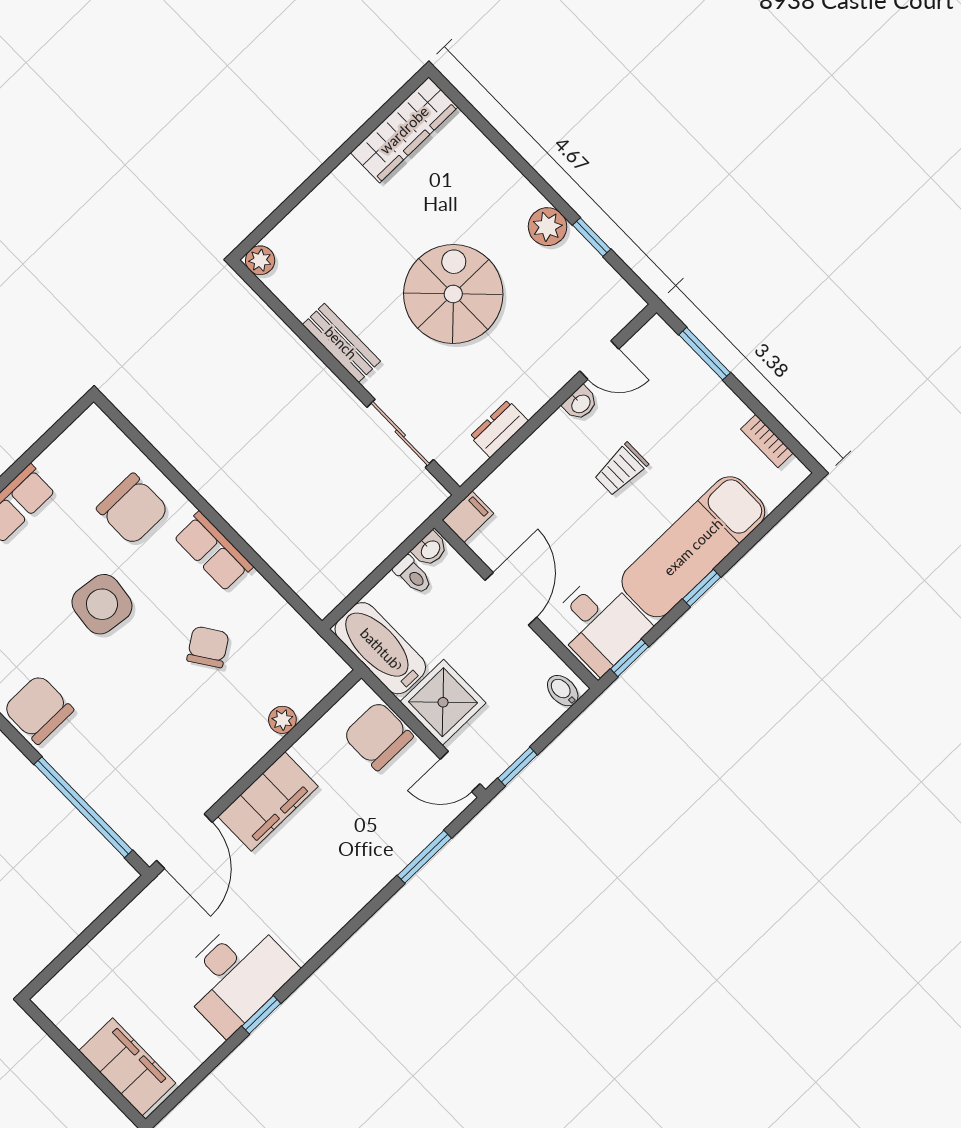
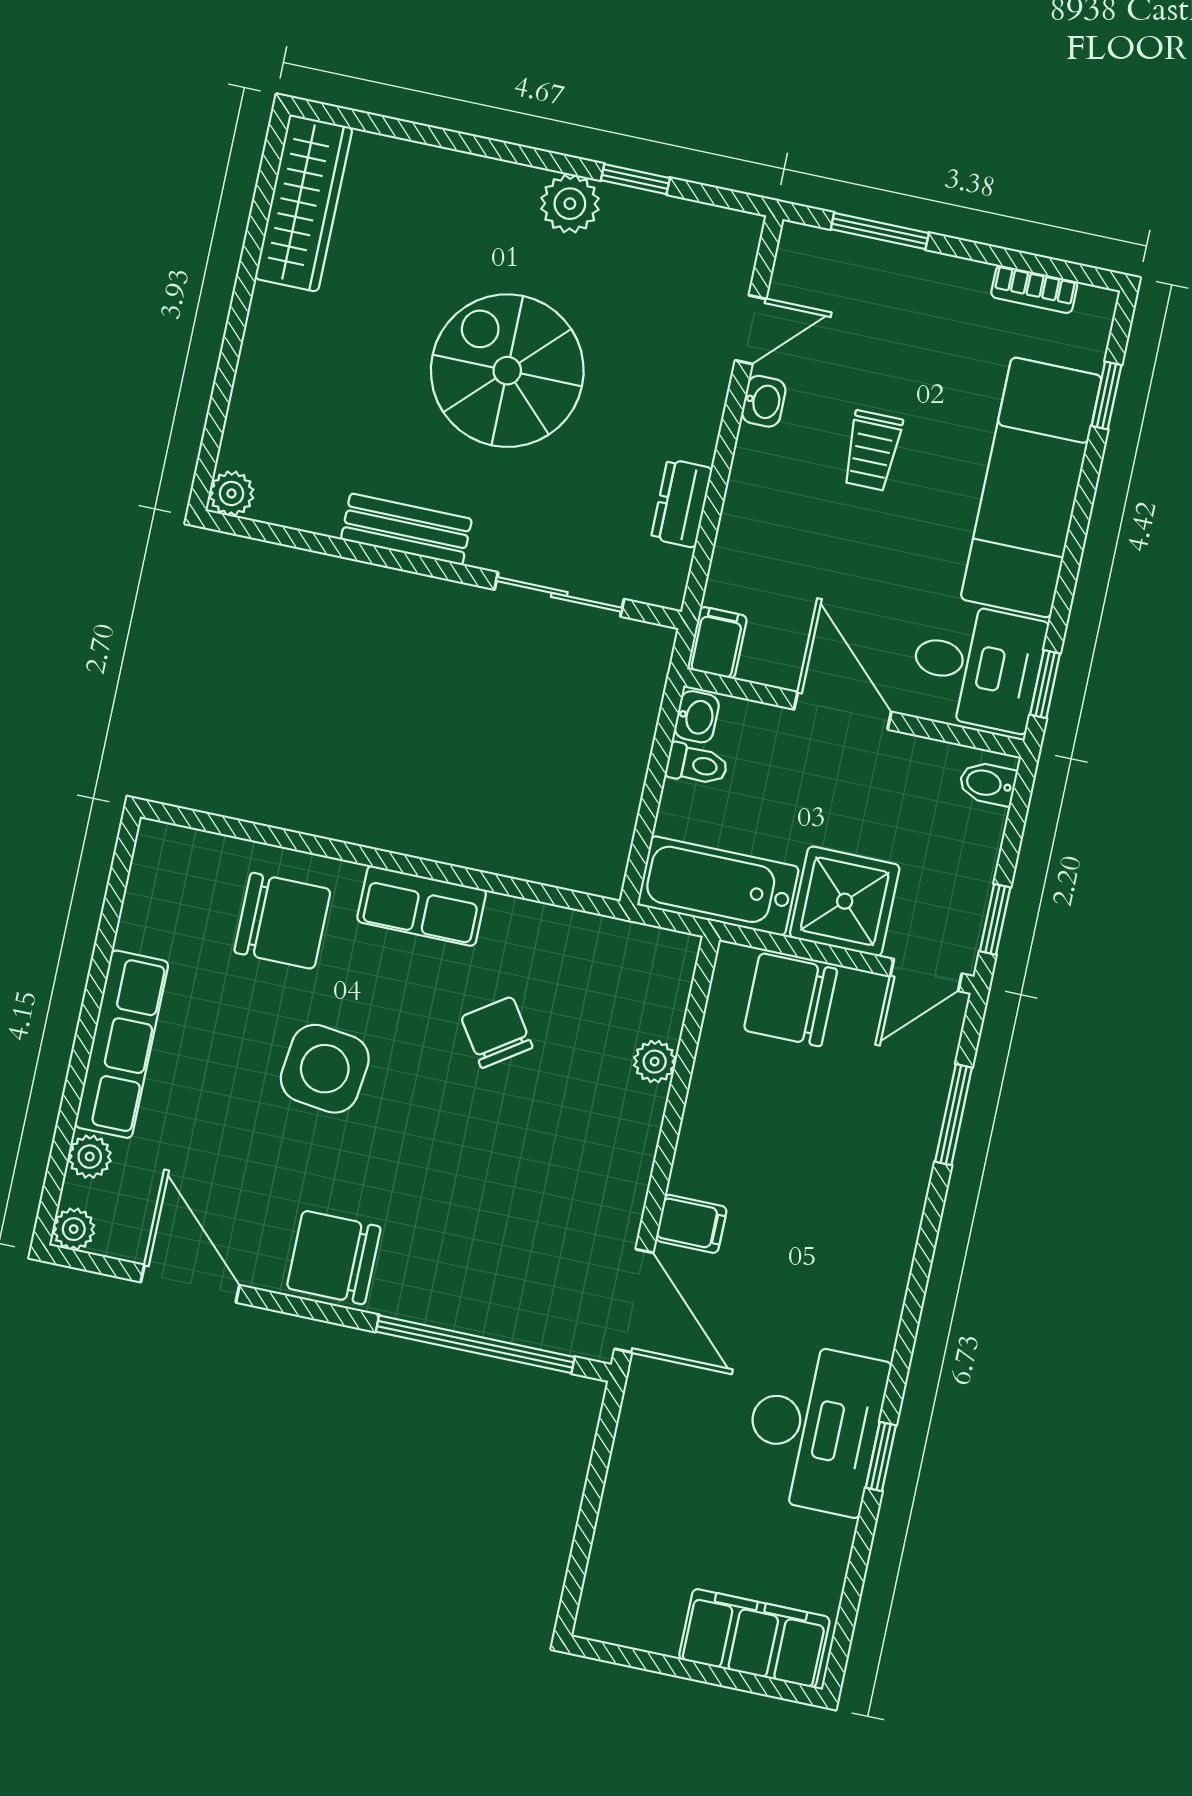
window: (702, 588) -> (1106, 396), moved
filing cabinet: (268, 801) -> (691, 1224), width x0.33, depth x0.86

